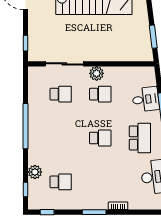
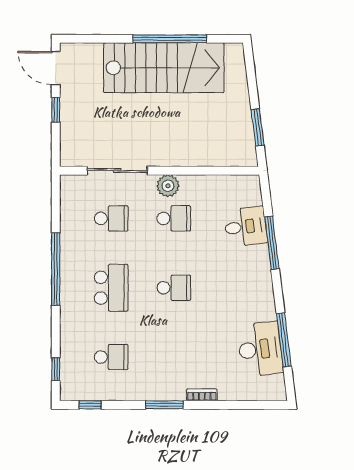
window: (26, 43) -> (56, 110), moved
school desk: (140, 138) -> (111, 288), moved
plant: (35, 172) -> (71, 341), removed

